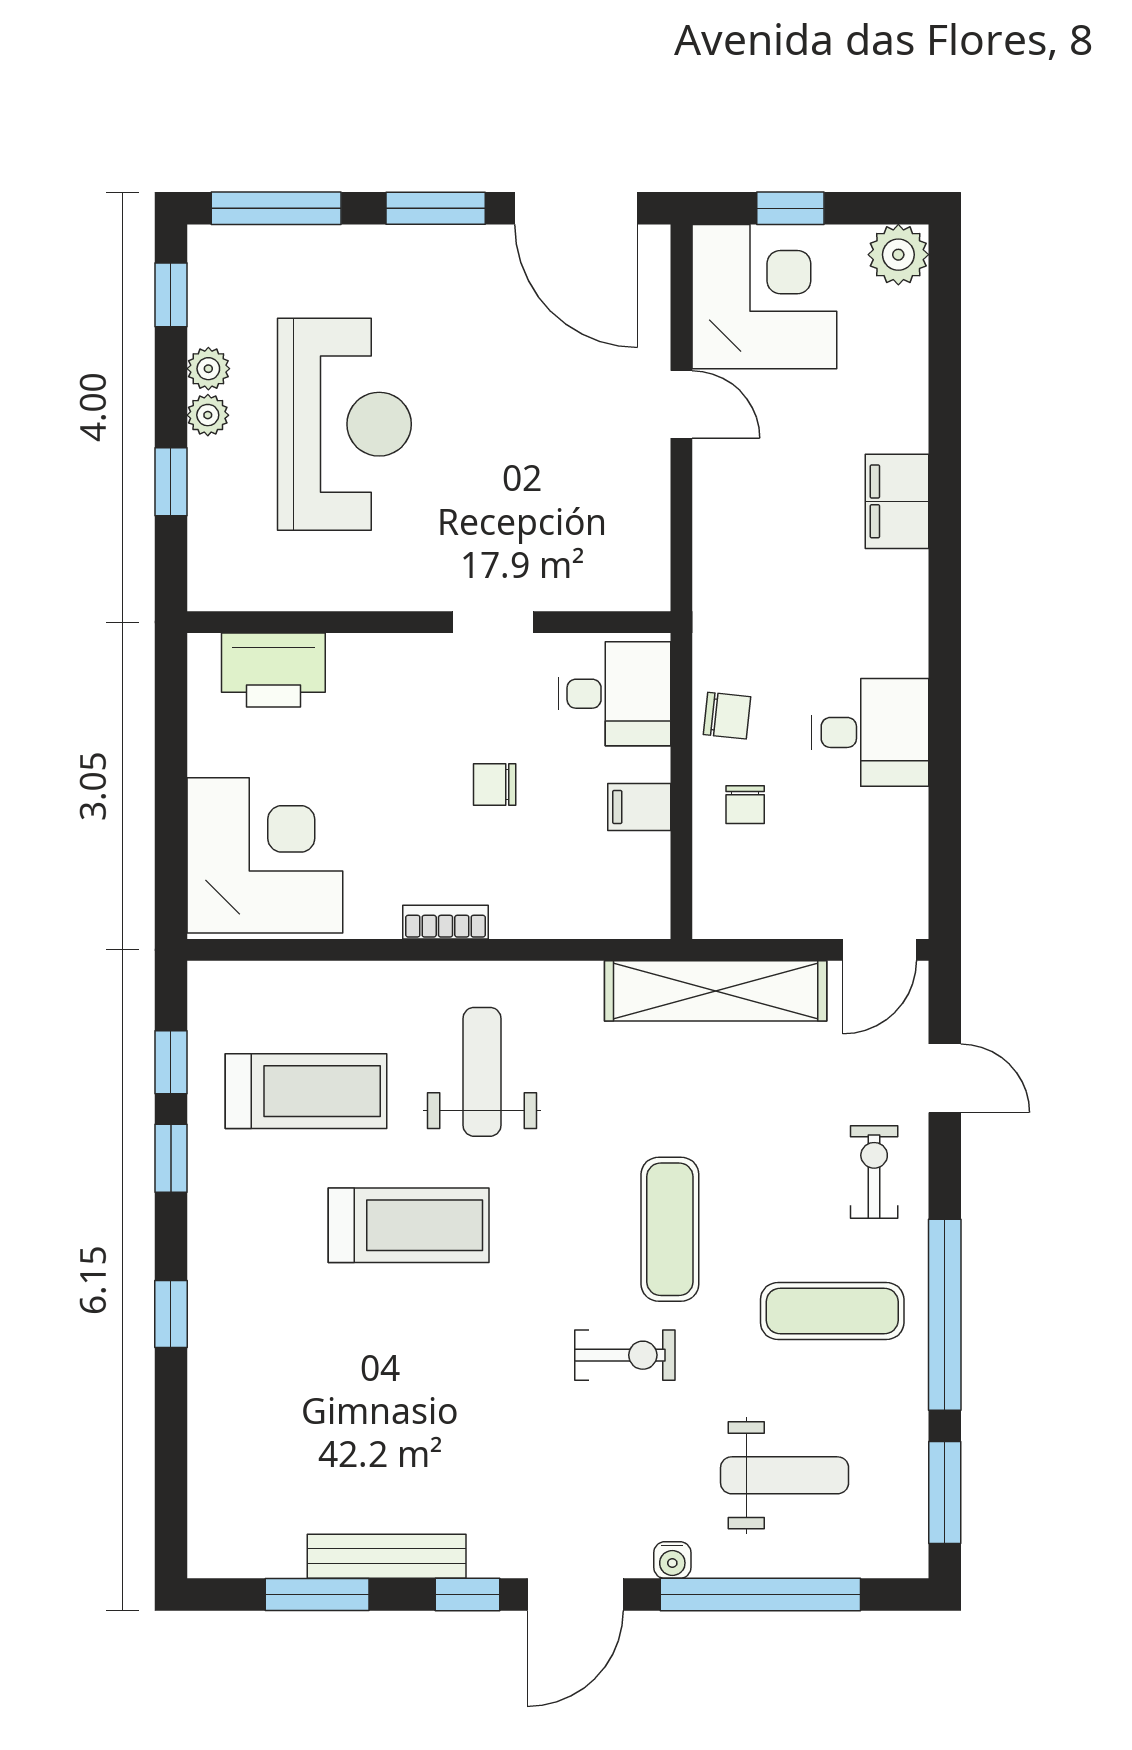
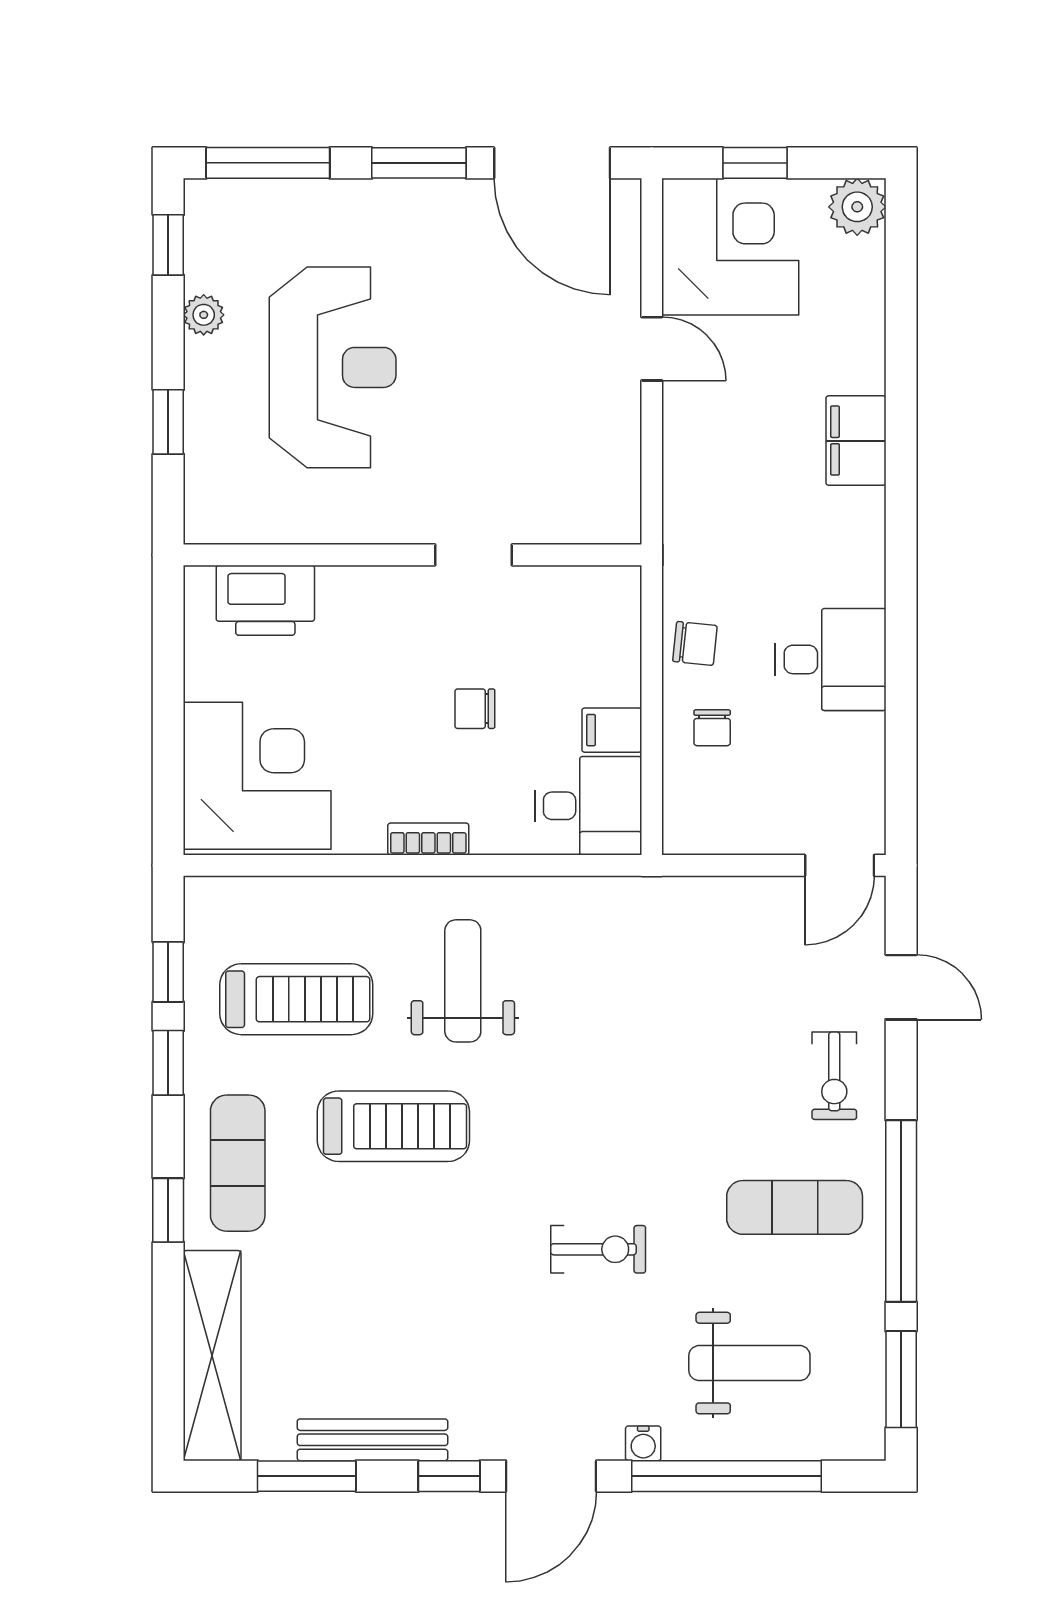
plant: (208, 415) -> (203, 359), removed
desk: (614, 694) -> (588, 806), moved
shelving: (716, 991) -> (212, 1356), moved, turned 90
exercise bike: (874, 1172) -> (834, 1076), turned 180
exercise mat: (670, 1229) -> (238, 1163), moved

